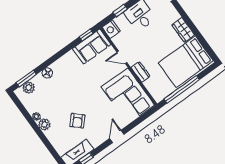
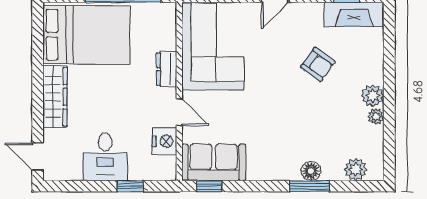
nightstand: (111, 29) -> (165, 141), moved
wardrobe: (183, 30) -> (55, 97), width x1.50
window: (26, 78) -> (310, 186), moved
armchair: (77, 121) -> (318, 65), turned 83

